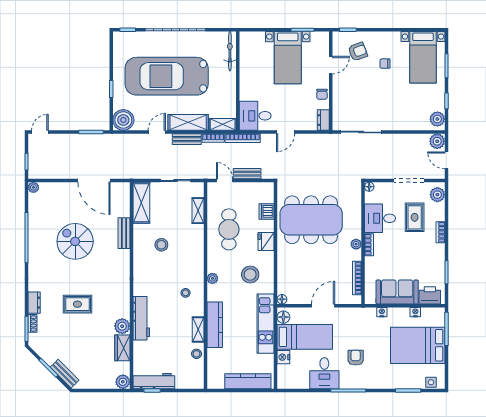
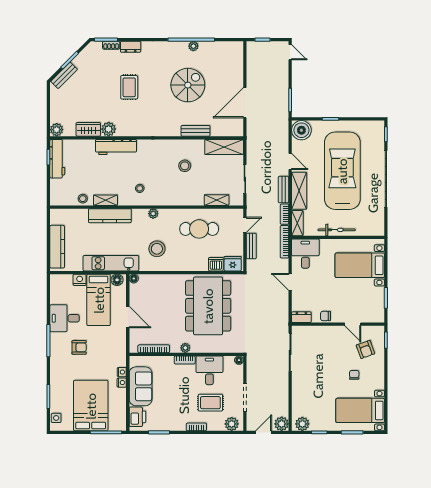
bicycle: (230, 51) -> (337, 230), moved
bed with nightstands: (288, 58) -> (360, 265), moved
plant: (33, 187) -> (193, 46), moved
fridge: (266, 242) -> (233, 264), moved
nightstand: (415, 312) -> (122, 383), moved

